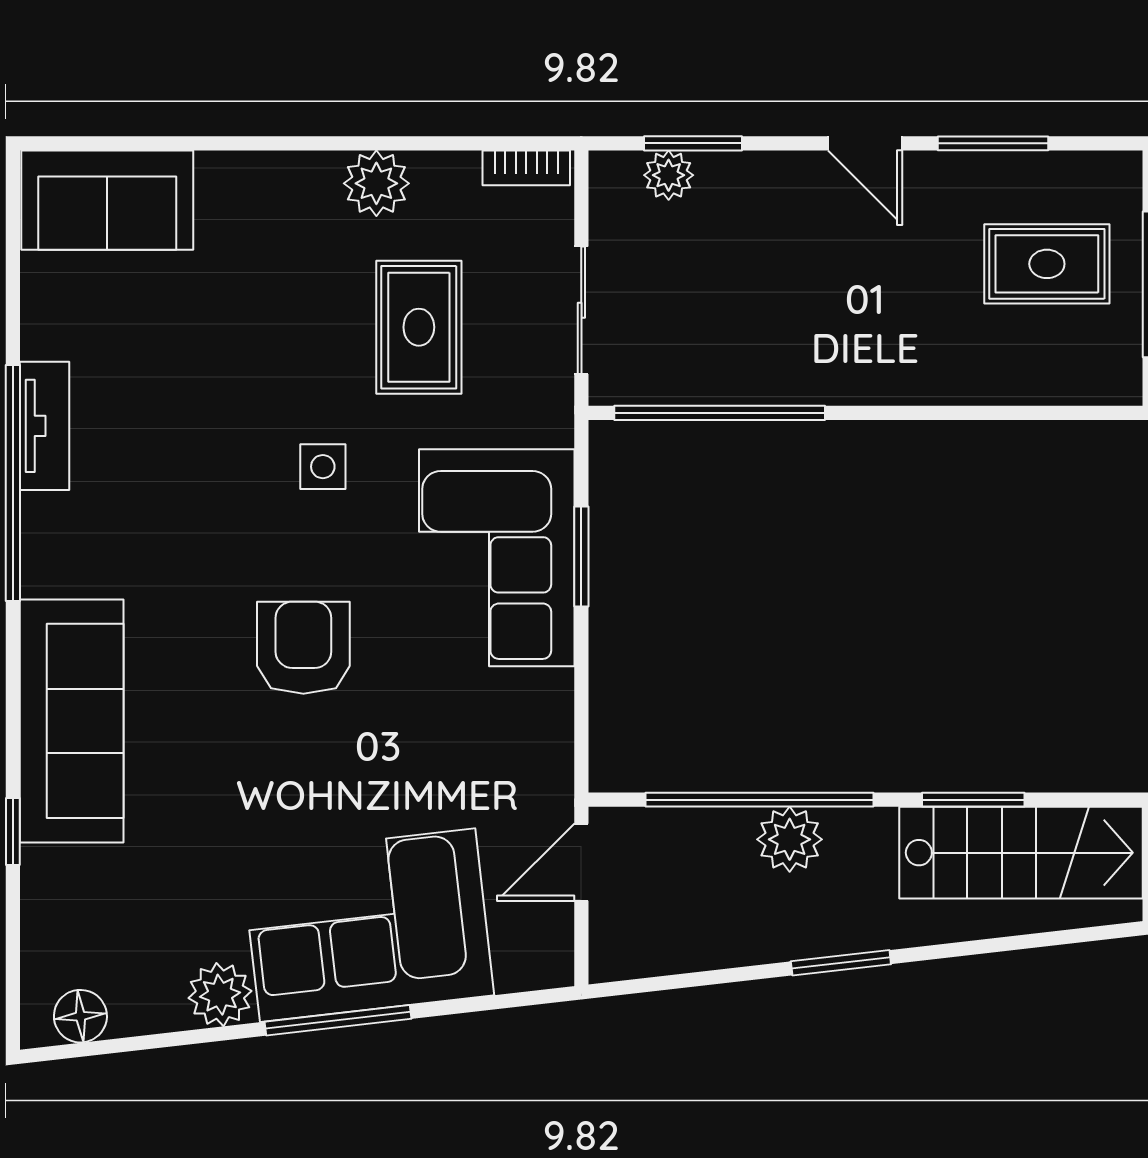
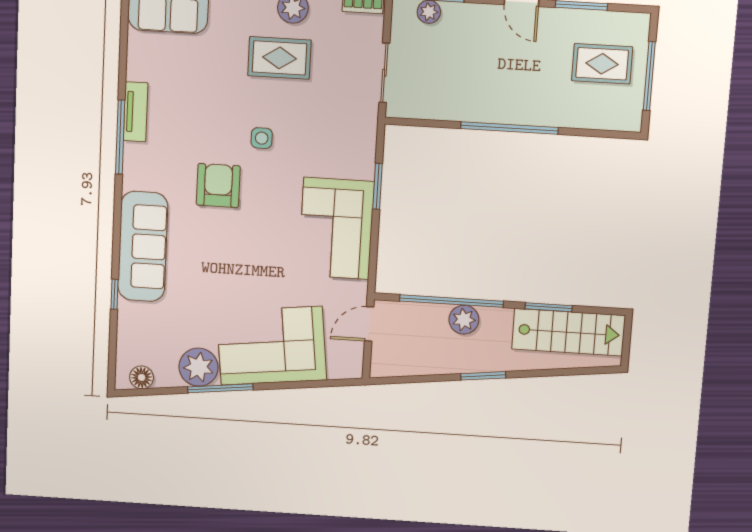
rug: (419, 327) -> (279, 58), moved, turned 90
window: (720, 413) -> (509, 128), moved
window: (13, 483) -> (120, 137), width x0.68
corner sofa: (497, 558) -> (336, 228), moved
armchair: (303, 648) -> (218, 185), moved
plant: (220, 995) -> (199, 367), width x1.36, depth x1.36
window: (338, 1020) -> (220, 388), moved

